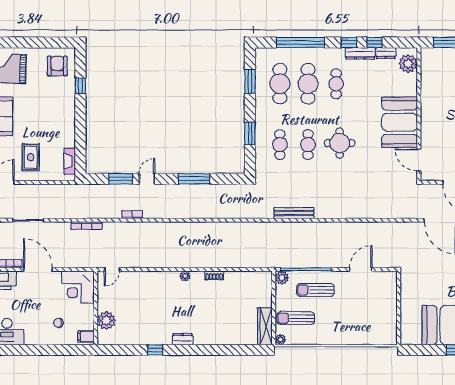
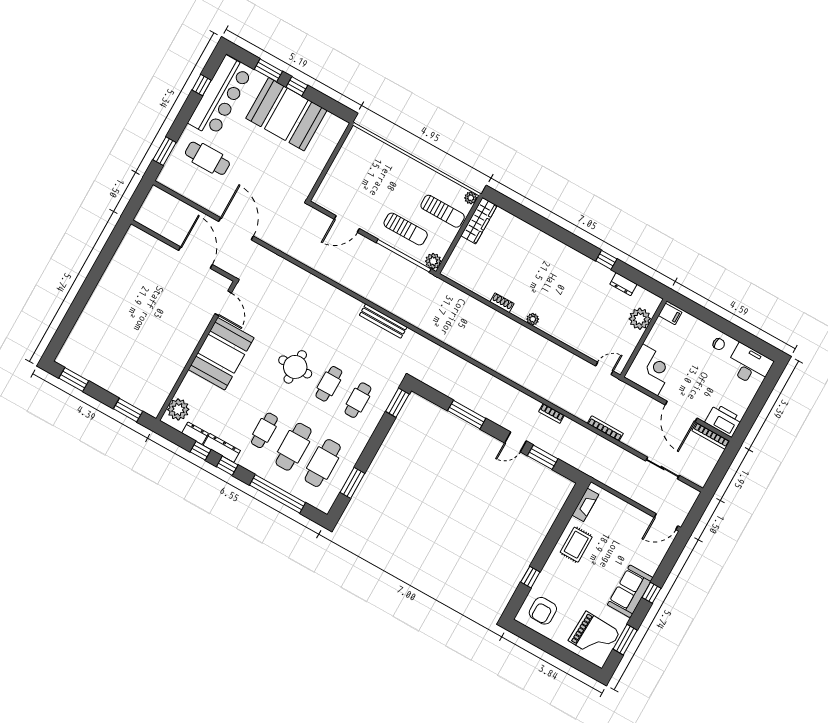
window: (250, 134) -> (397, 403), moved
rug: (31, 157) -> (576, 545), moved
chair: (58, 323) -> (719, 344), moved
dresser: (183, 339) -> (623, 284), moved

